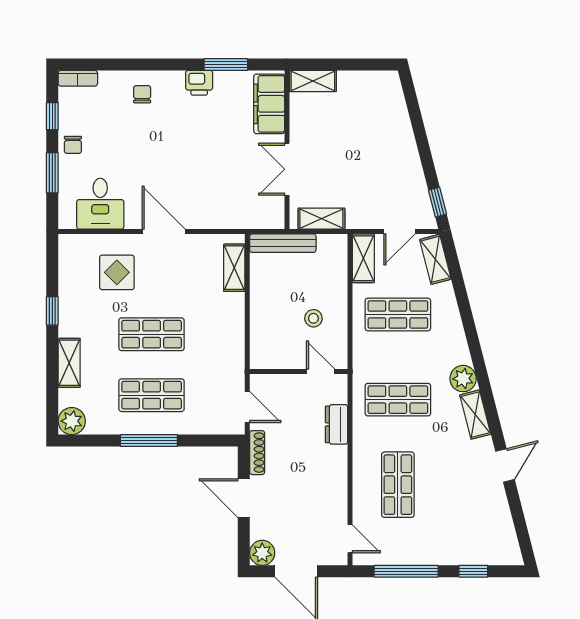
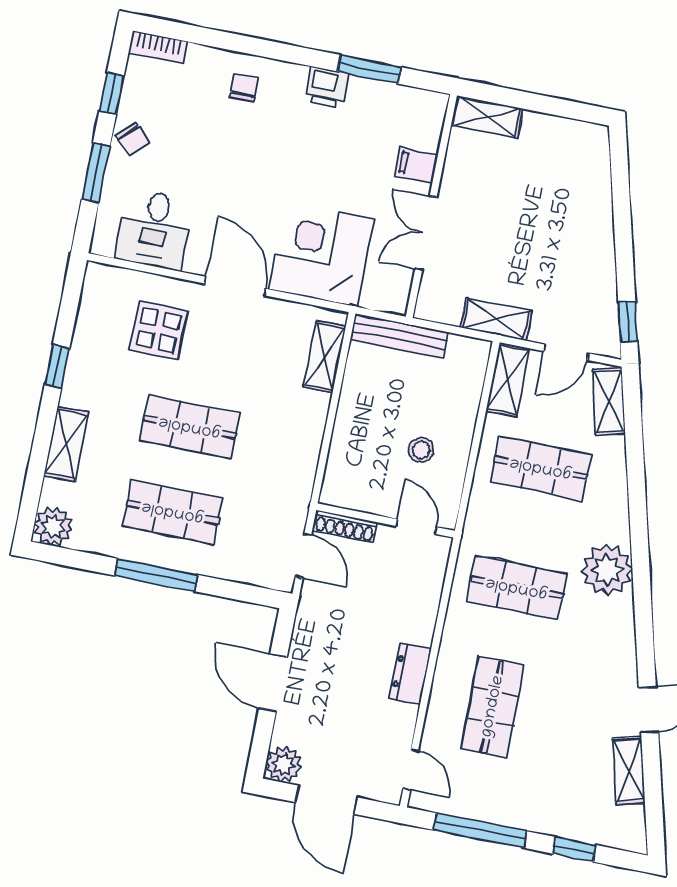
filing cabinet: (269, 104) -> (417, 165), width x0.33, depth x0.86
chair: (73, 145) -> (132, 139), turned -45
corner desk: (218, 198) -> (322, 254), added
shelving: (321, 219) -> (496, 319), moved
plant: (463, 379) -> (607, 570), width x1.36, depth x1.36
shelving: (475, 415) -> (629, 770), moved
dresser: (337, 424) -> (410, 674), moved
shoe rack: (257, 453) -> (345, 527), moved, turned 90

